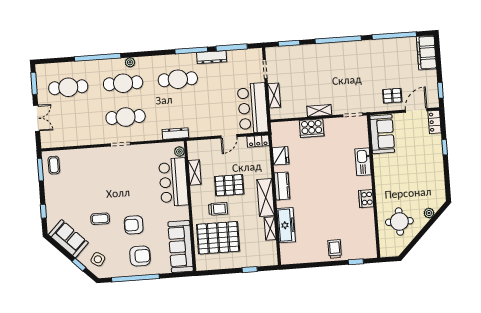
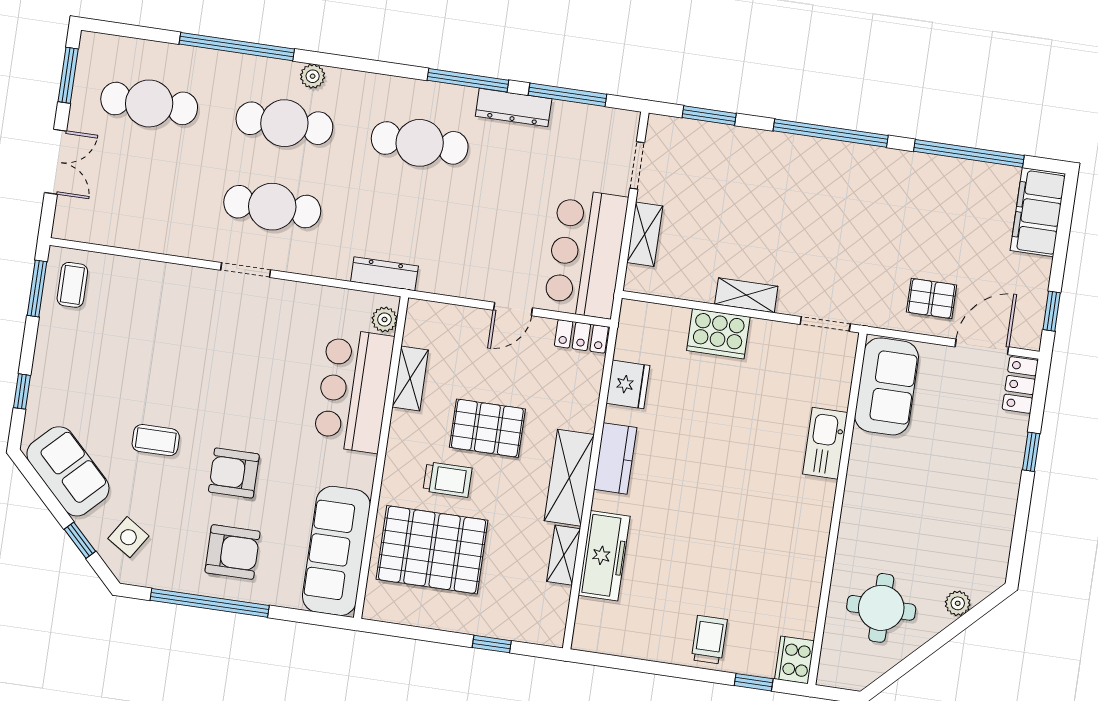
cooker: (366, 199) -> (794, 660), moved

